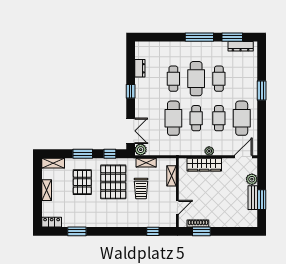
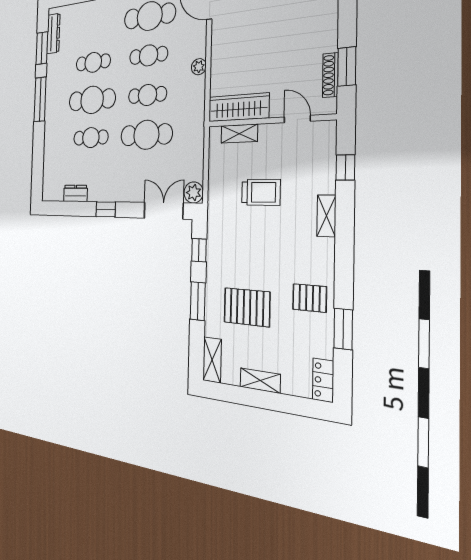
shelving: (146, 163) -> (326, 216), moved
wardrobe: (204, 165) -> (238, 107), moved, turned -90
pallet: (113, 182) -> (310, 298), moved, width x0.49, depth x0.50

